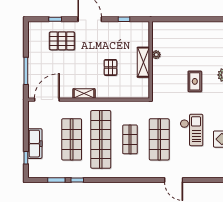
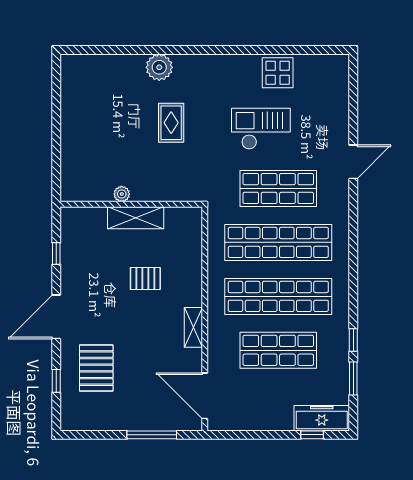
rug: (195, 81) -> (171, 123), turned 90
shop shelf: (130, 139) -> (278, 242), width x2.00, depth x1.36
freezer: (35, 144) -> (322, 418), moved

